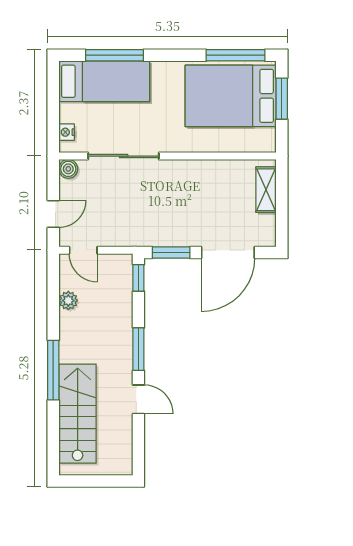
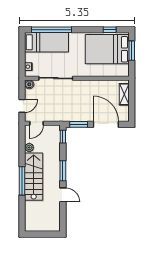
window: (114, 55) -> (51, 30), width x1.46
window: (235, 55) -> (110, 30), width x0.46
door: (83, 250) -> (36, 123), hinge flipped
door: (228, 252) -> (106, 124), swing flipped
stairs: (78, 414) -> (34, 177), moved

